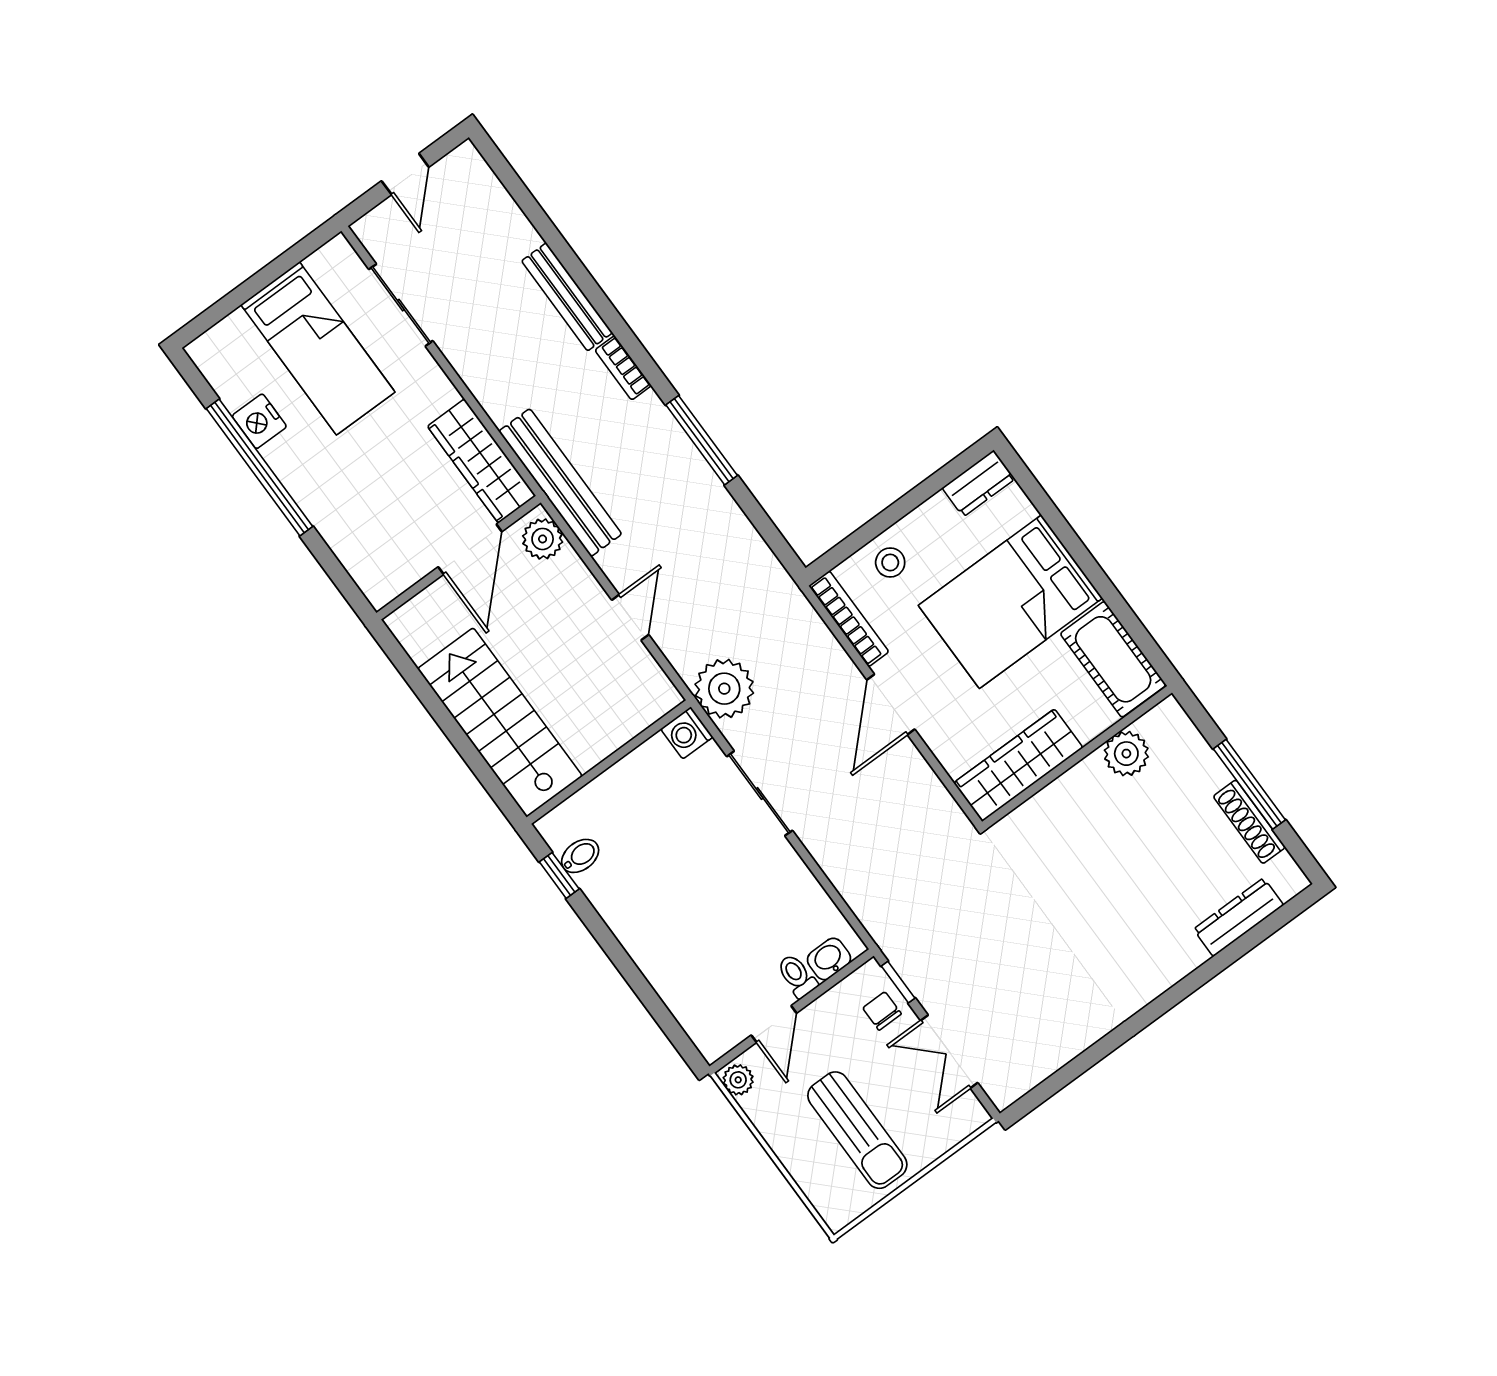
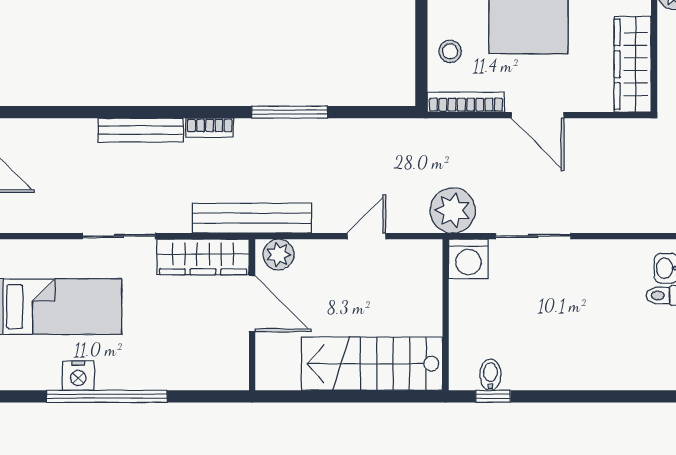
sliding door: (401, 305) -> (119, 236), moved
door: (630, 617) -> (366, 236), hinge flipped
washing machine: (687, 733) -> (468, 259), width x1.38, depth x1.38

